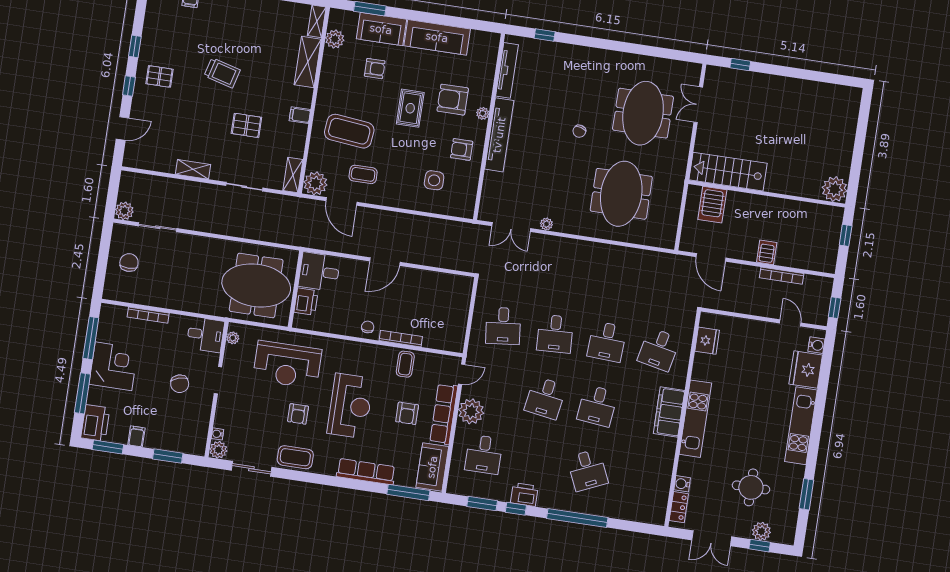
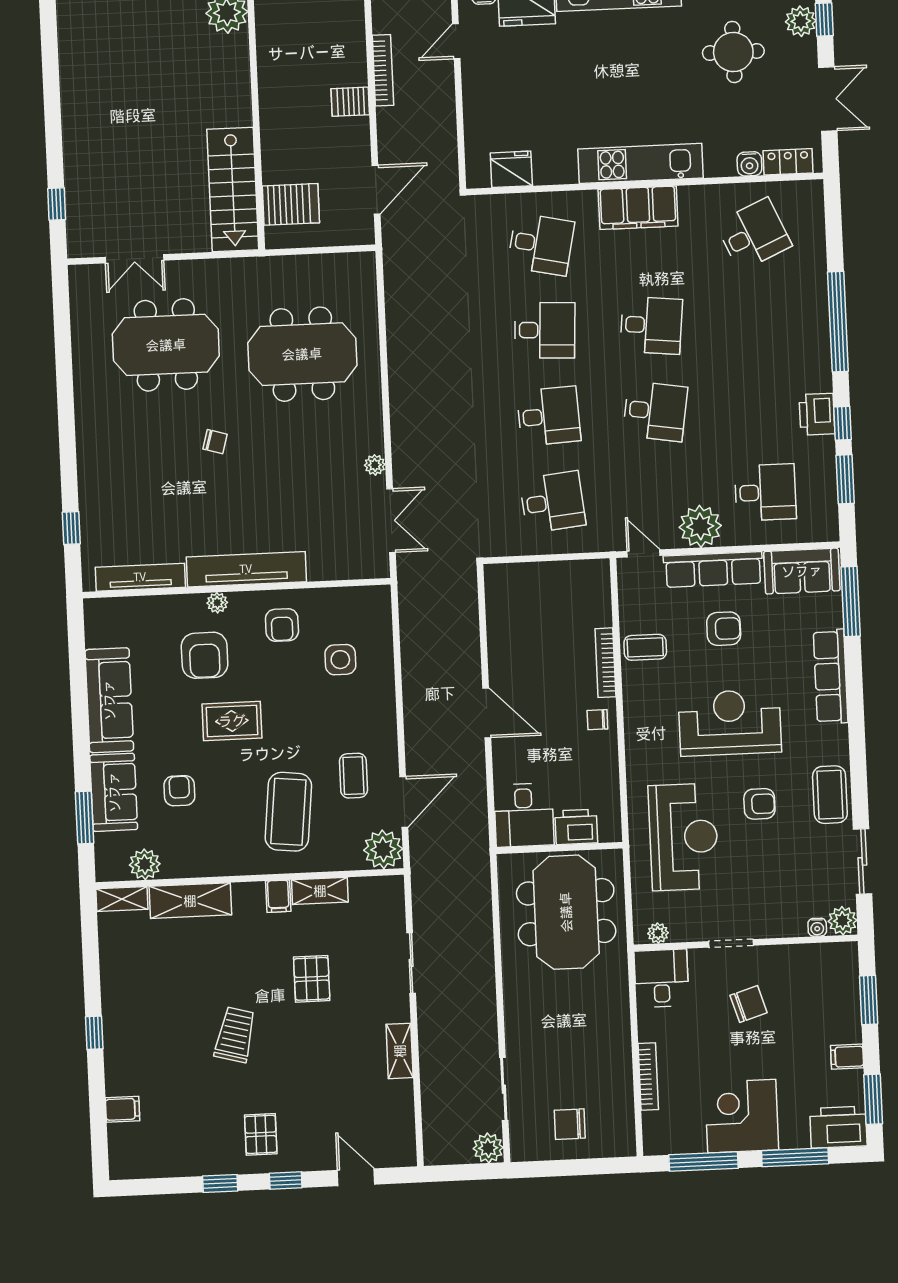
shelving: (293, 175) -> (320, 891), moved
desk: (587, 470) -> (754, 235), moved

